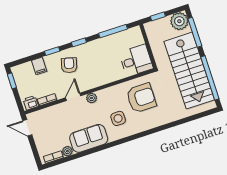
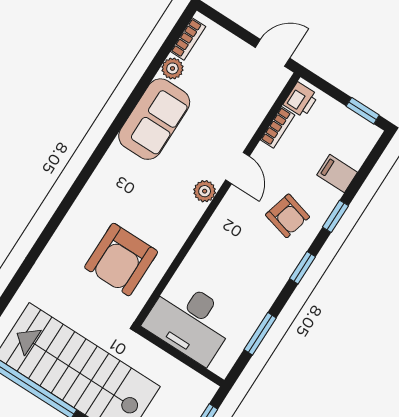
window: (113, 31) -> (260, 334), width x0.69
desk: (136, 60) -> (190, 321), width x1.37
side table: (118, 118) -> (132, 193), removed

